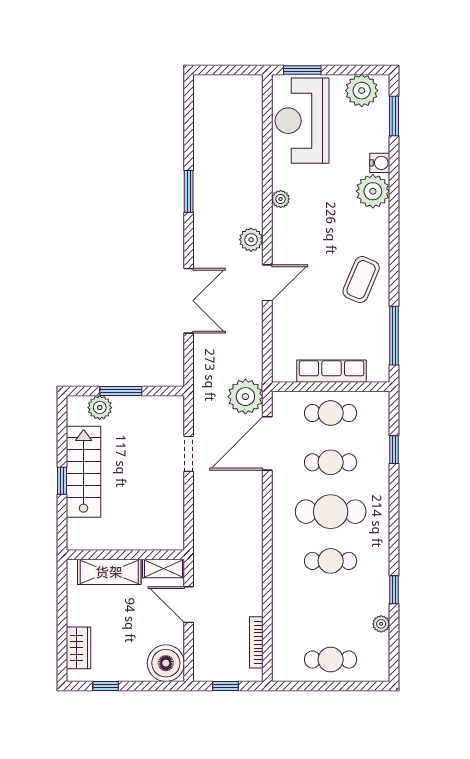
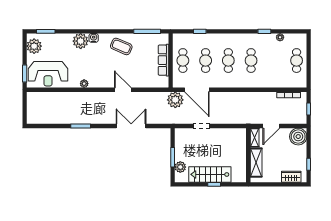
water cooler: (380, 163) -> (94, 38), moved
plant: (251, 240) -> (103, 97), removed
cafe table: (331, 512) -> (228, 61), width x0.73, depth x0.74

